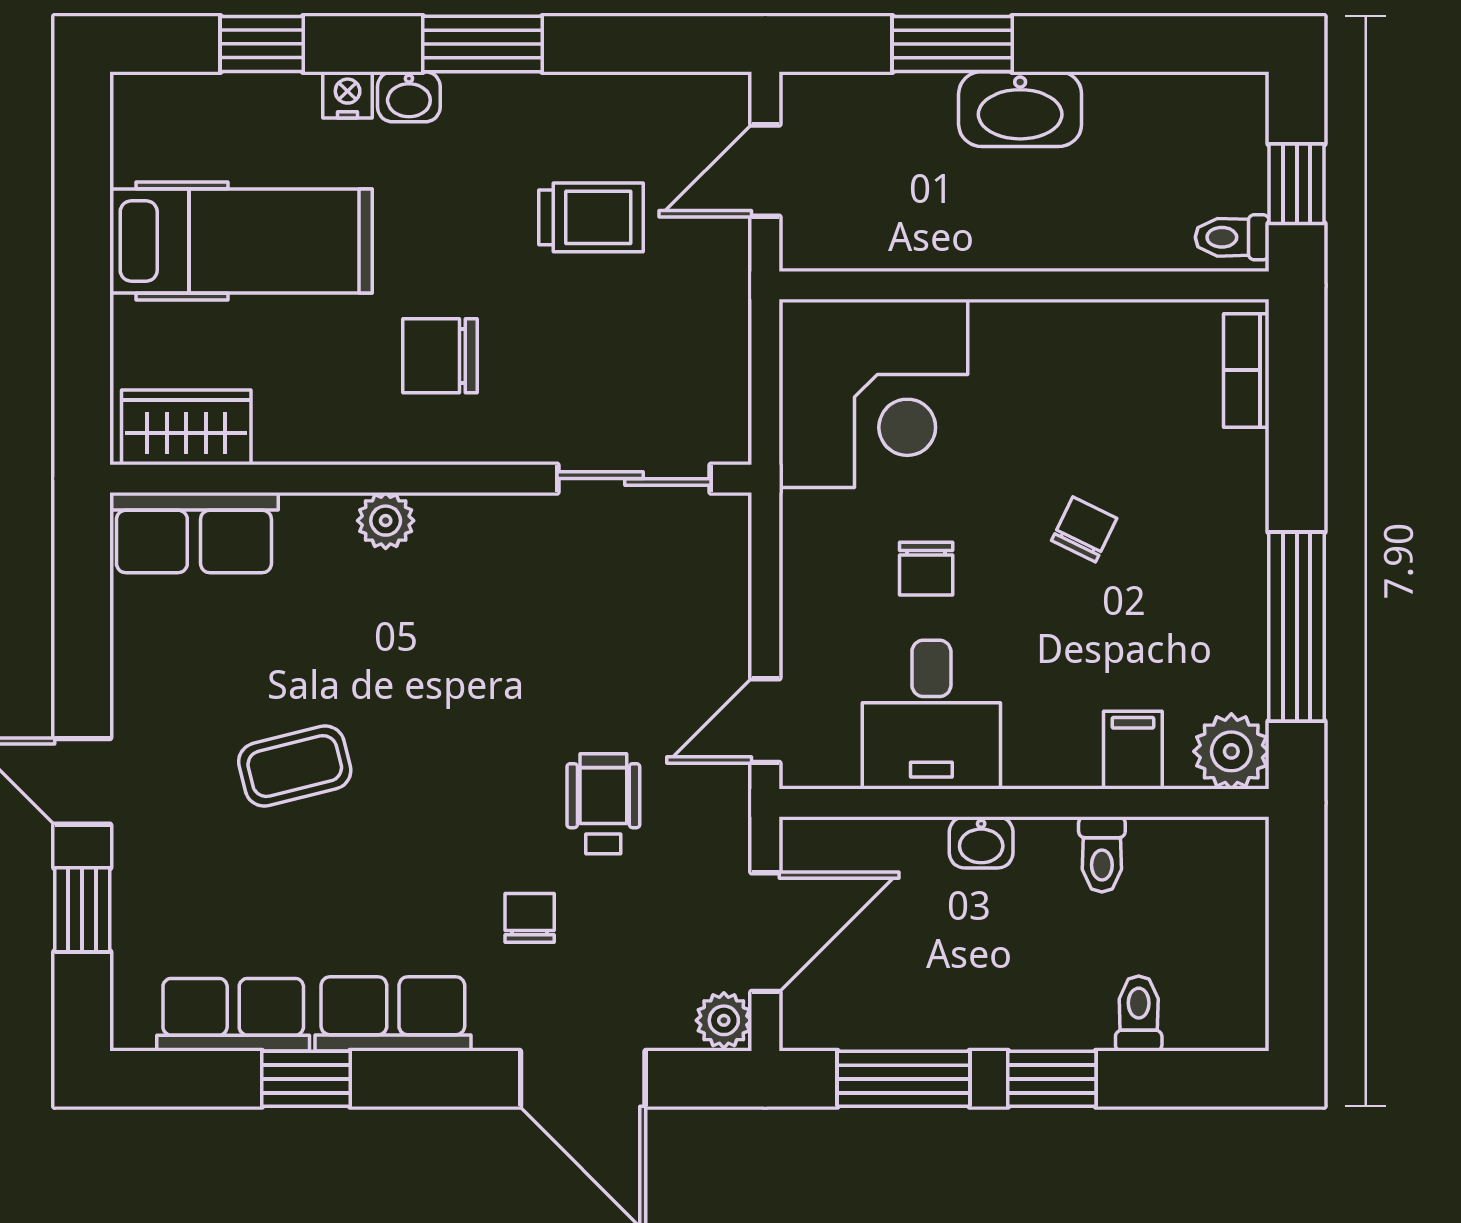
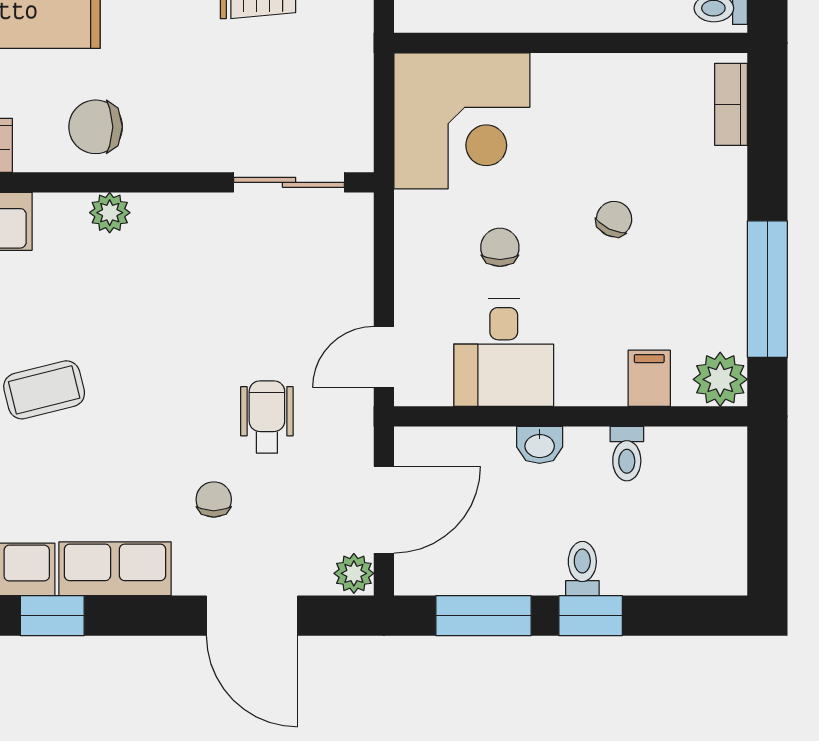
chair: (440, 356) -> (96, 127), moved
chair: (926, 569) -> (500, 247), turned 180
toilet: (1139, 1014) -> (582, 569), moved

